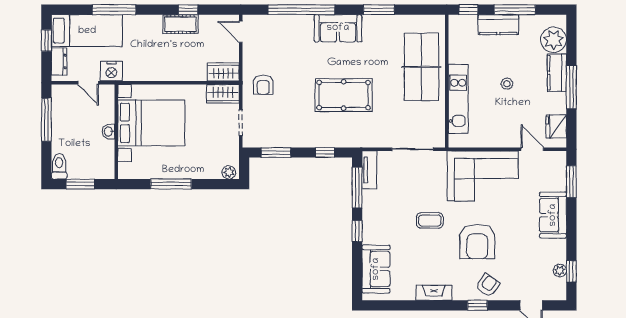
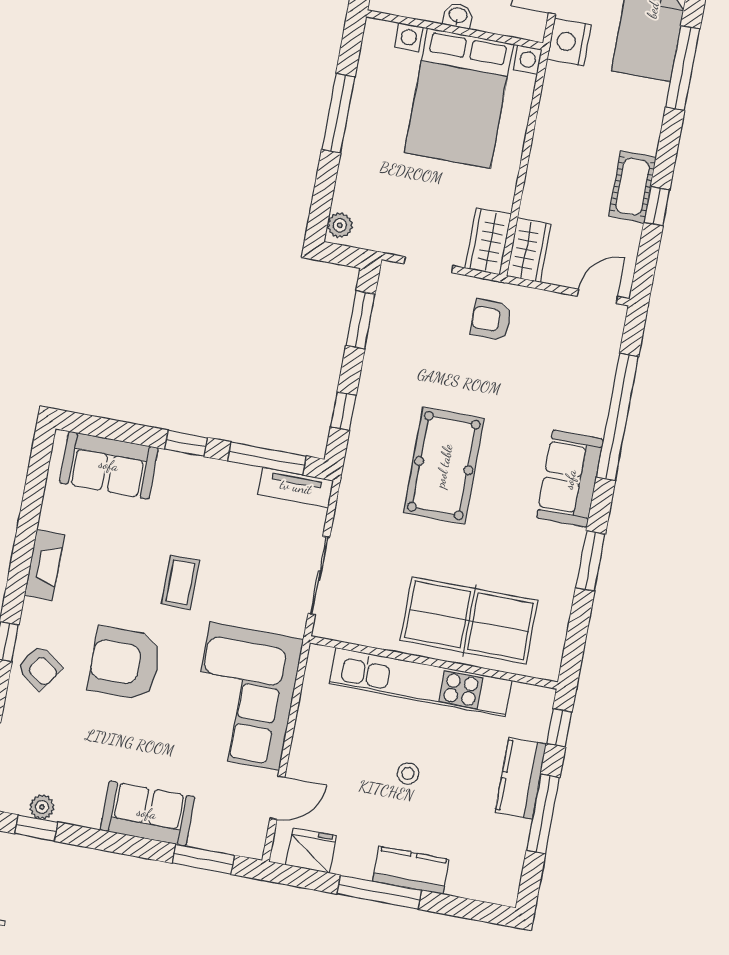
plant: (554, 40) -> (474, 876), removed
kitchen unit: (458, 99) -> (420, 682), width x1.36

